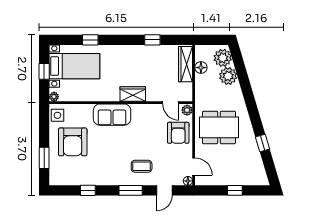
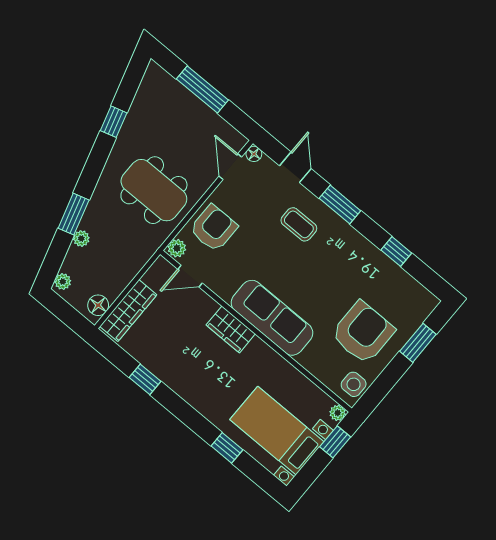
plant: (223, 58) -> (63, 282), width x0.53, depth x0.53
floor lamp: (201, 68) -> (98, 305), moved
window: (44, 71) -> (335, 442), moved
plant: (228, 76) -> (81, 239), width x0.53, depth x0.53
window: (246, 87) -> (74, 214), added
door: (171, 103) -> (190, 276), swing flipped
sofa: (112, 115) -> (272, 318), width x1.36
door: (164, 190) -> (295, 167), hinge flipped
window: (235, 190) -> (202, 90), width x2.17

